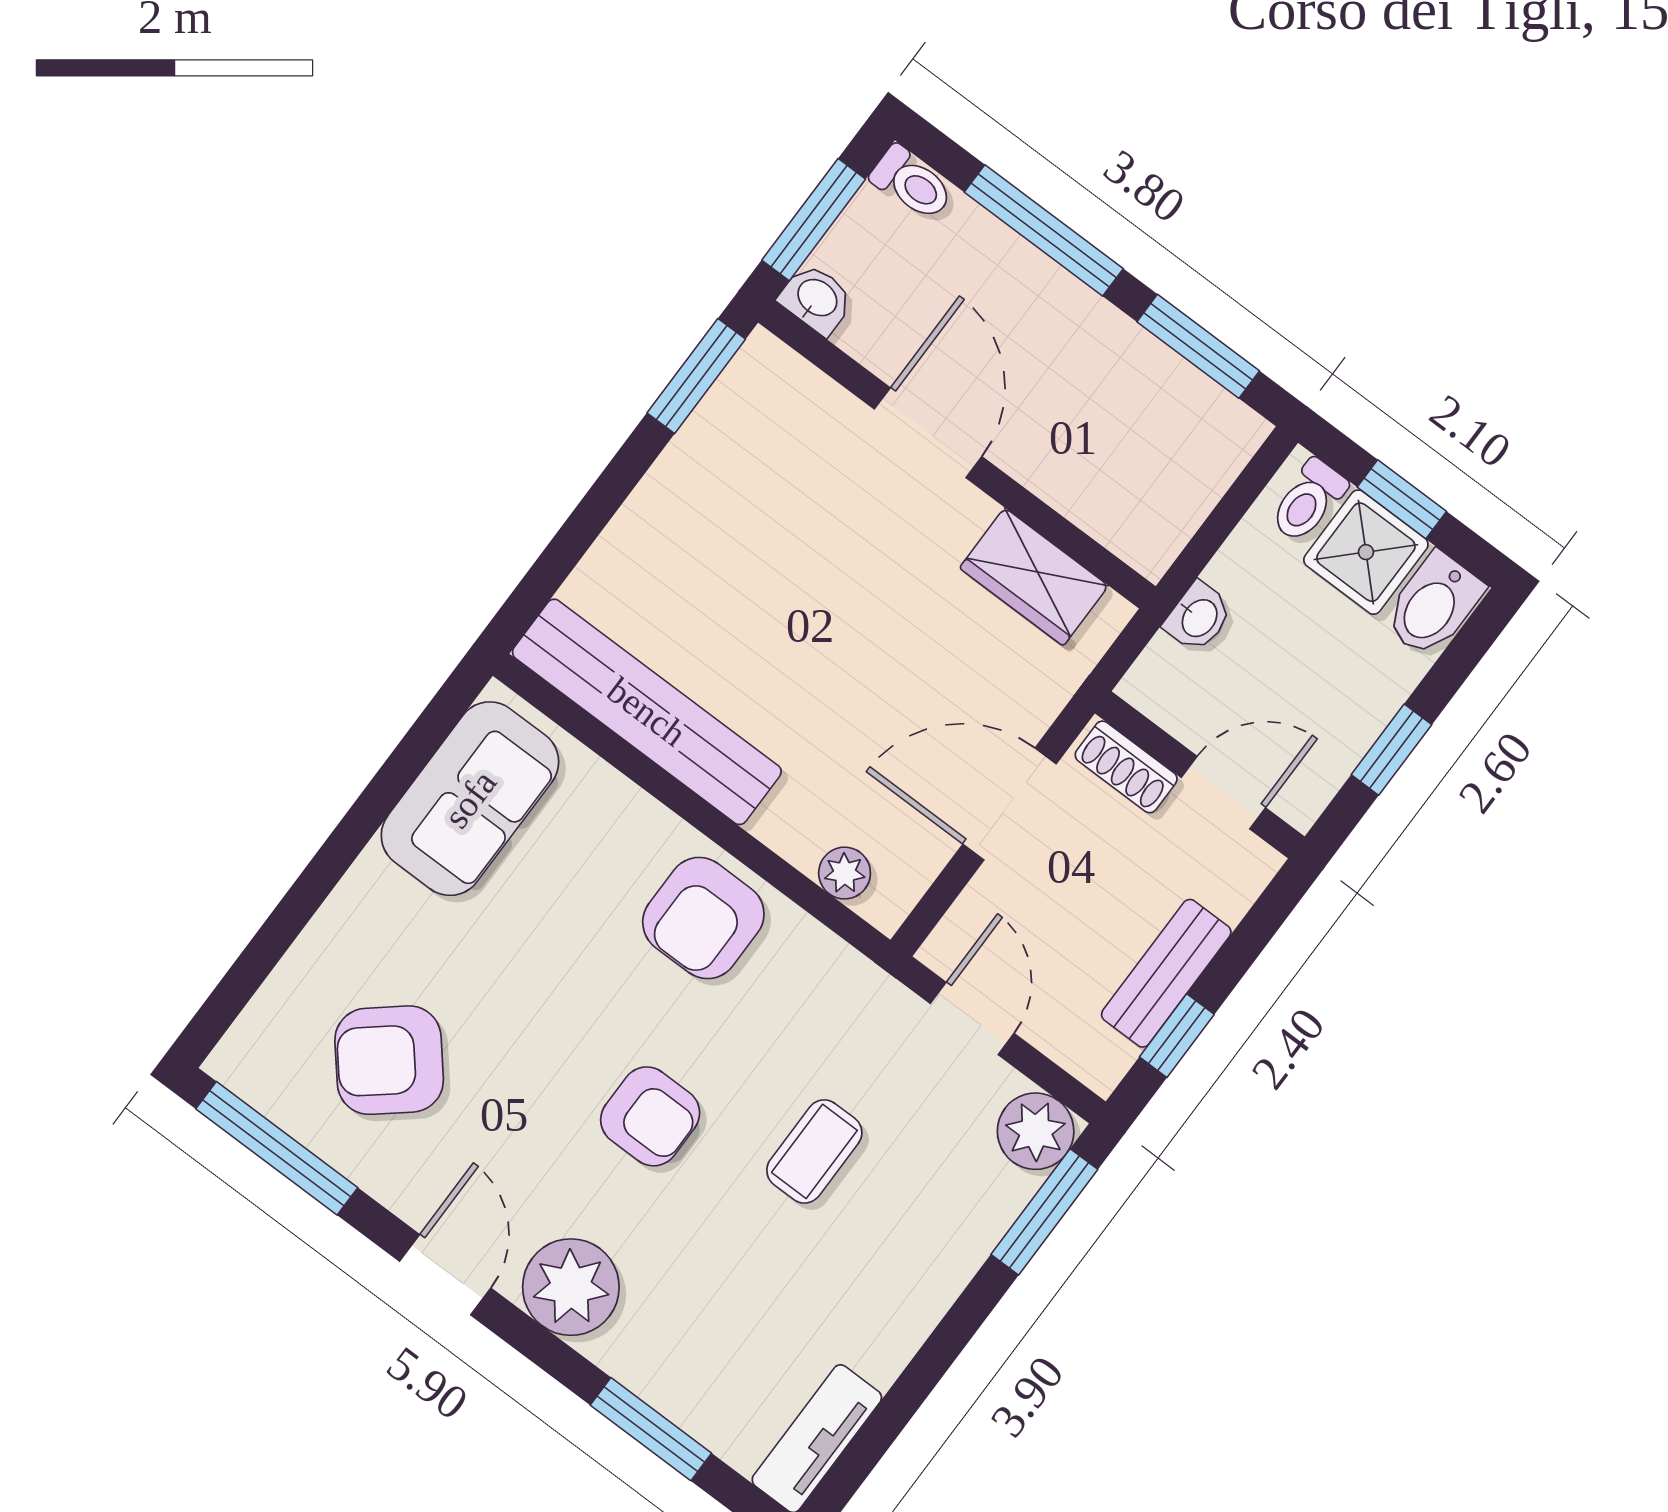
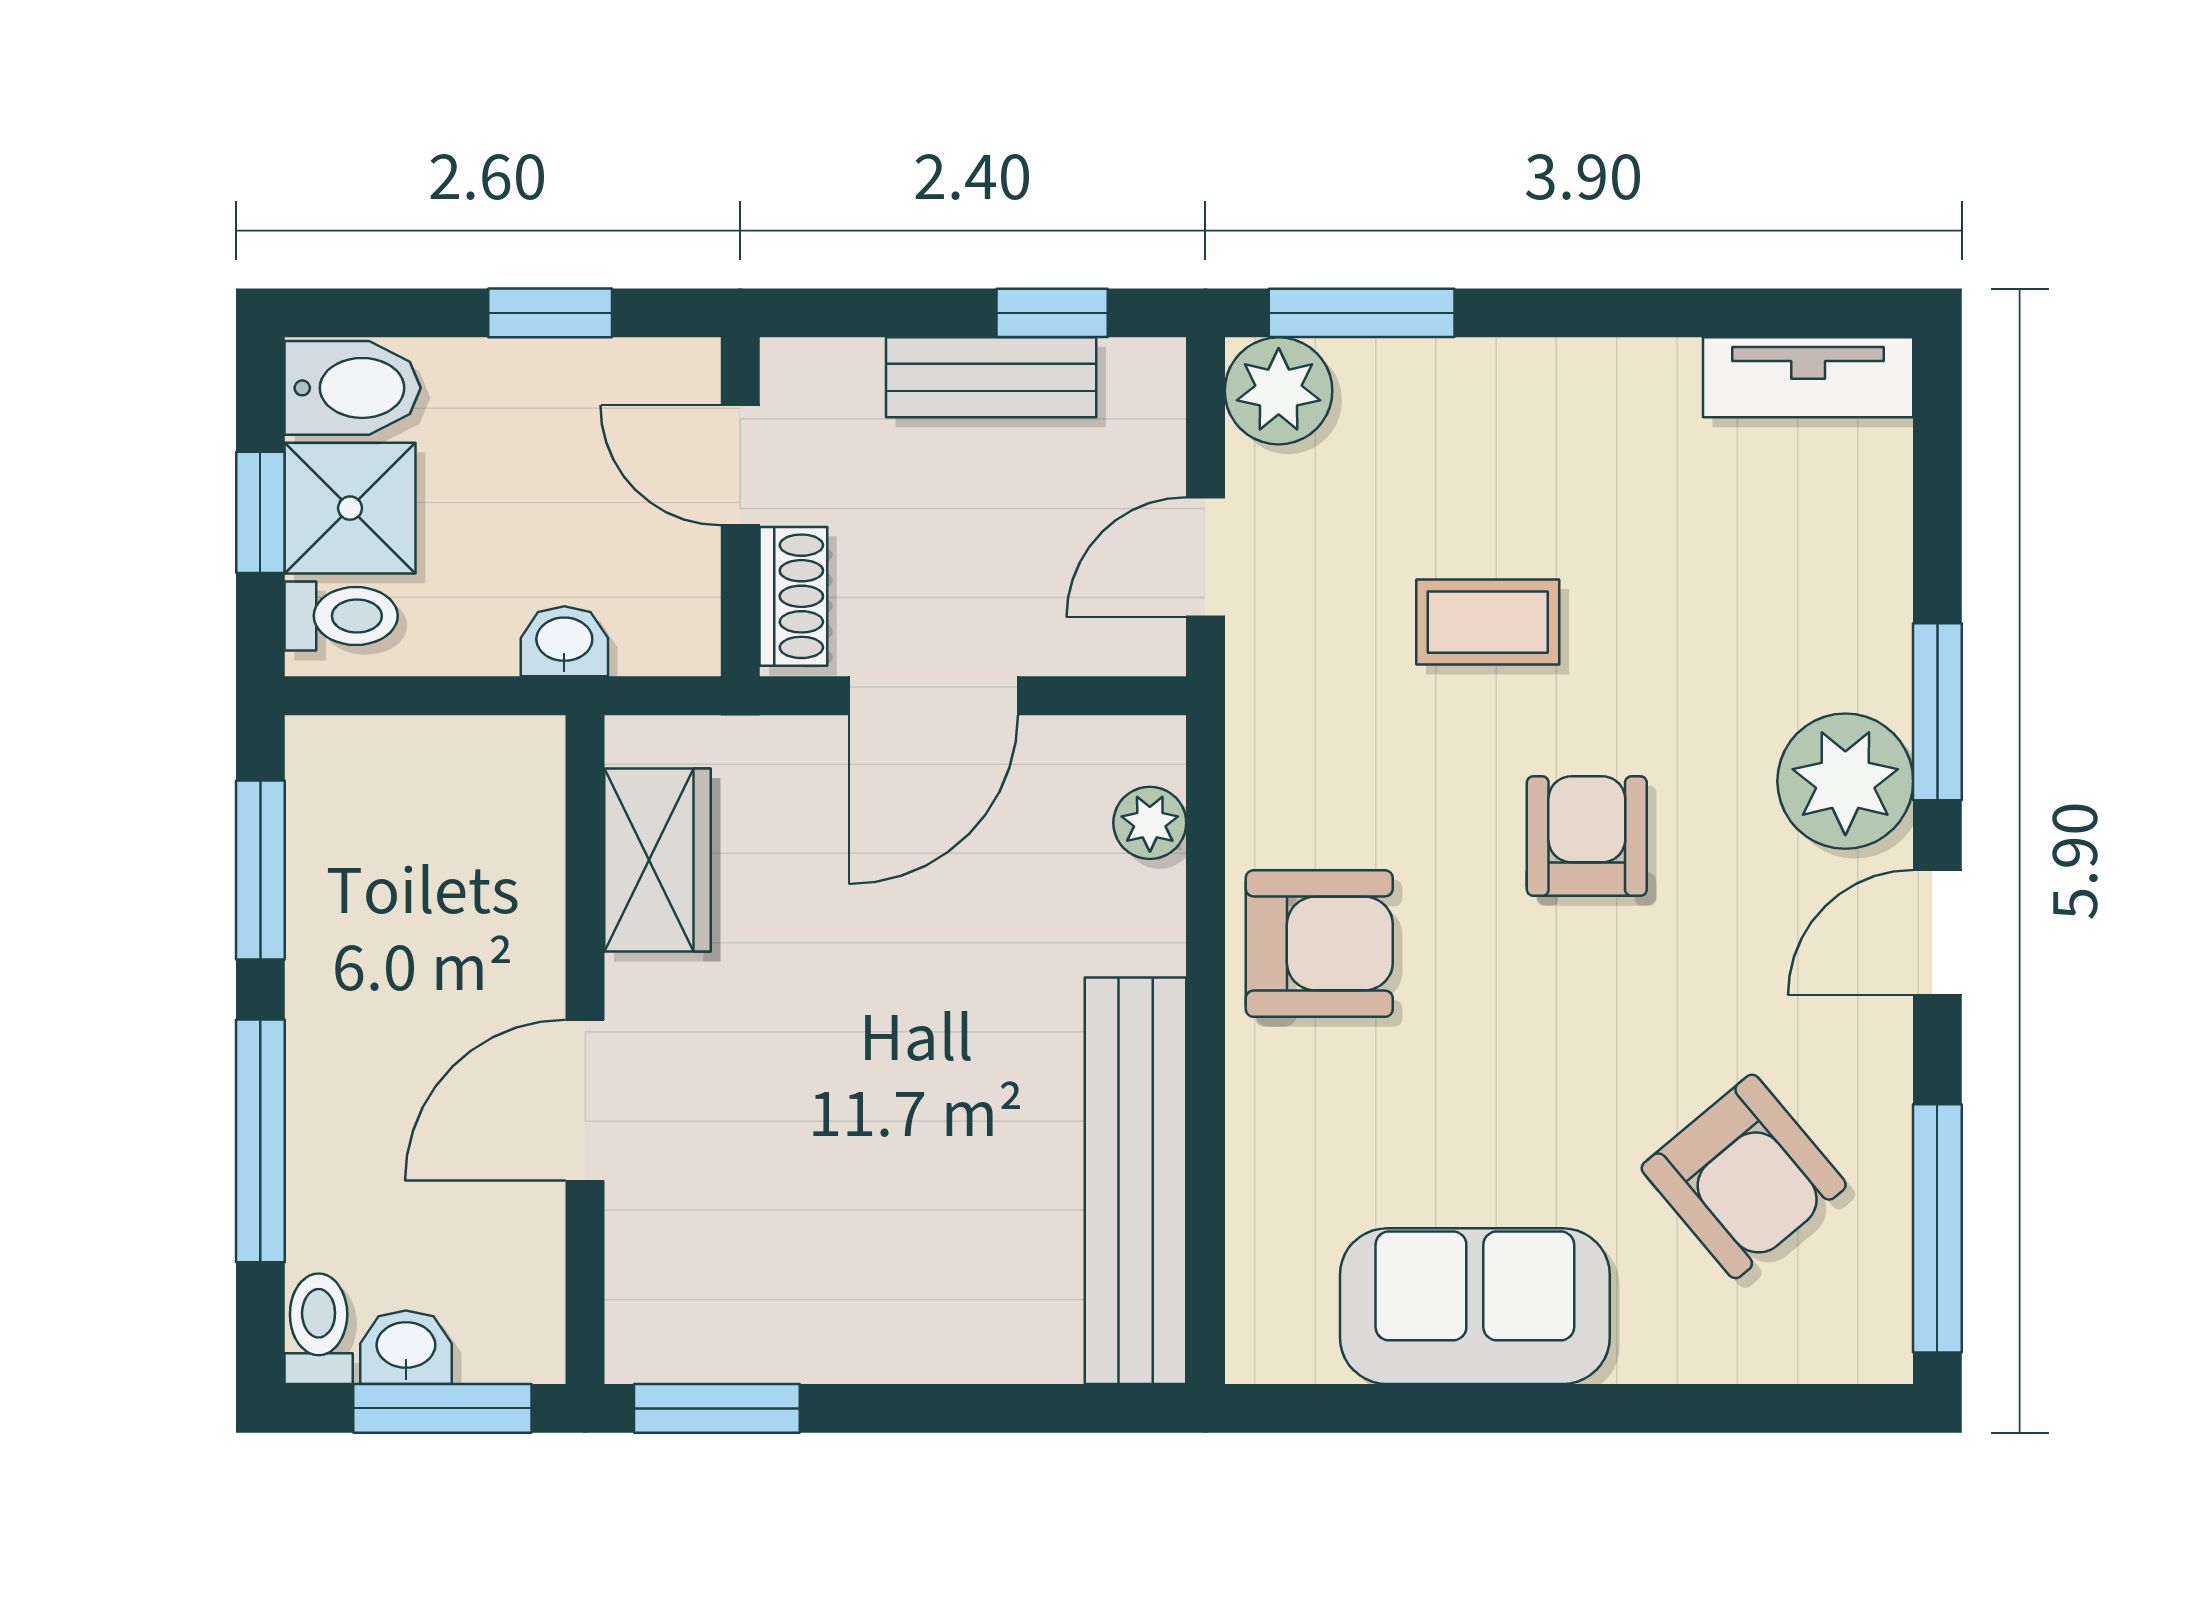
washbasin: (816, 299) -> (406, 1347), moved, turned 90
sofa: (470, 799) -> (1475, 1306), moved
door: (1010, 804) -> (933, 696), hinge flipped
window: (651, 1429) -> (1937, 712), moved

